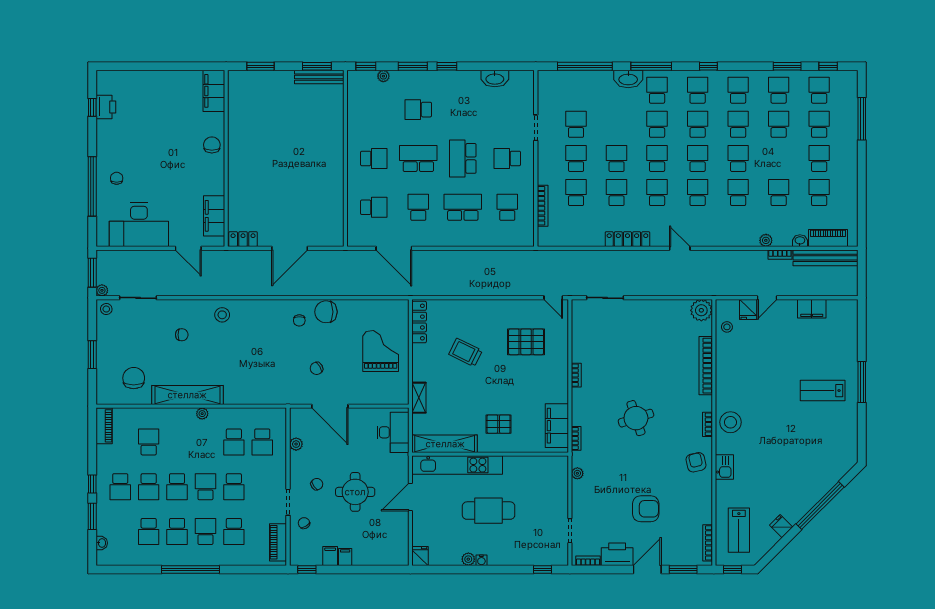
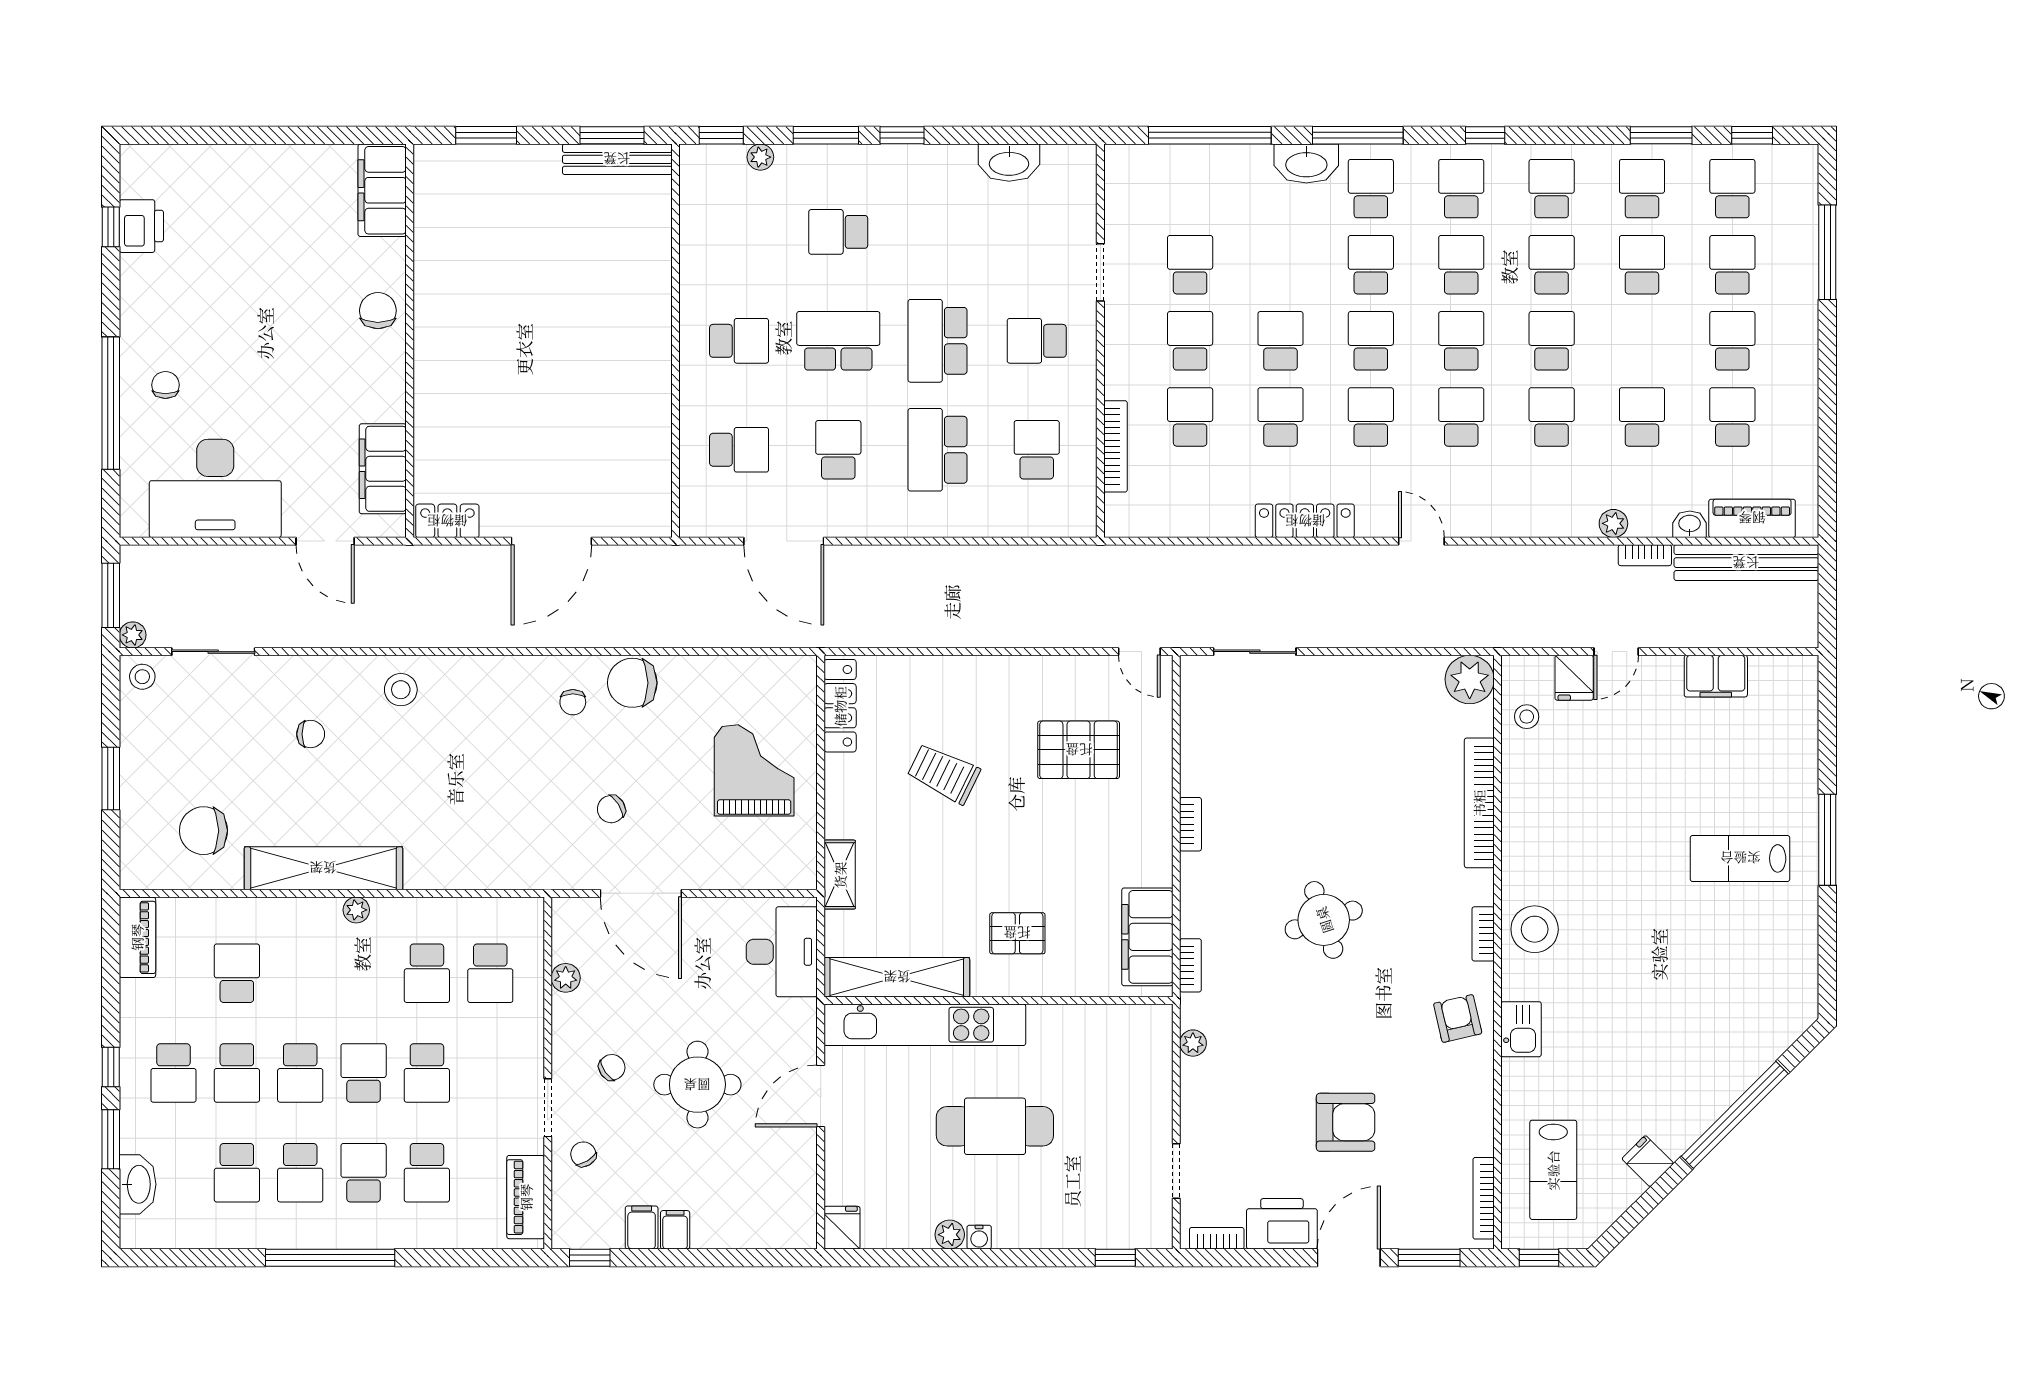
school desk: (463, 207) -> (938, 450), turned -90
chair: (134, 378) -> (203, 831), turned -90
washbasin: (102, 543) -> (138, 1184), width x1.91, depth x1.45

